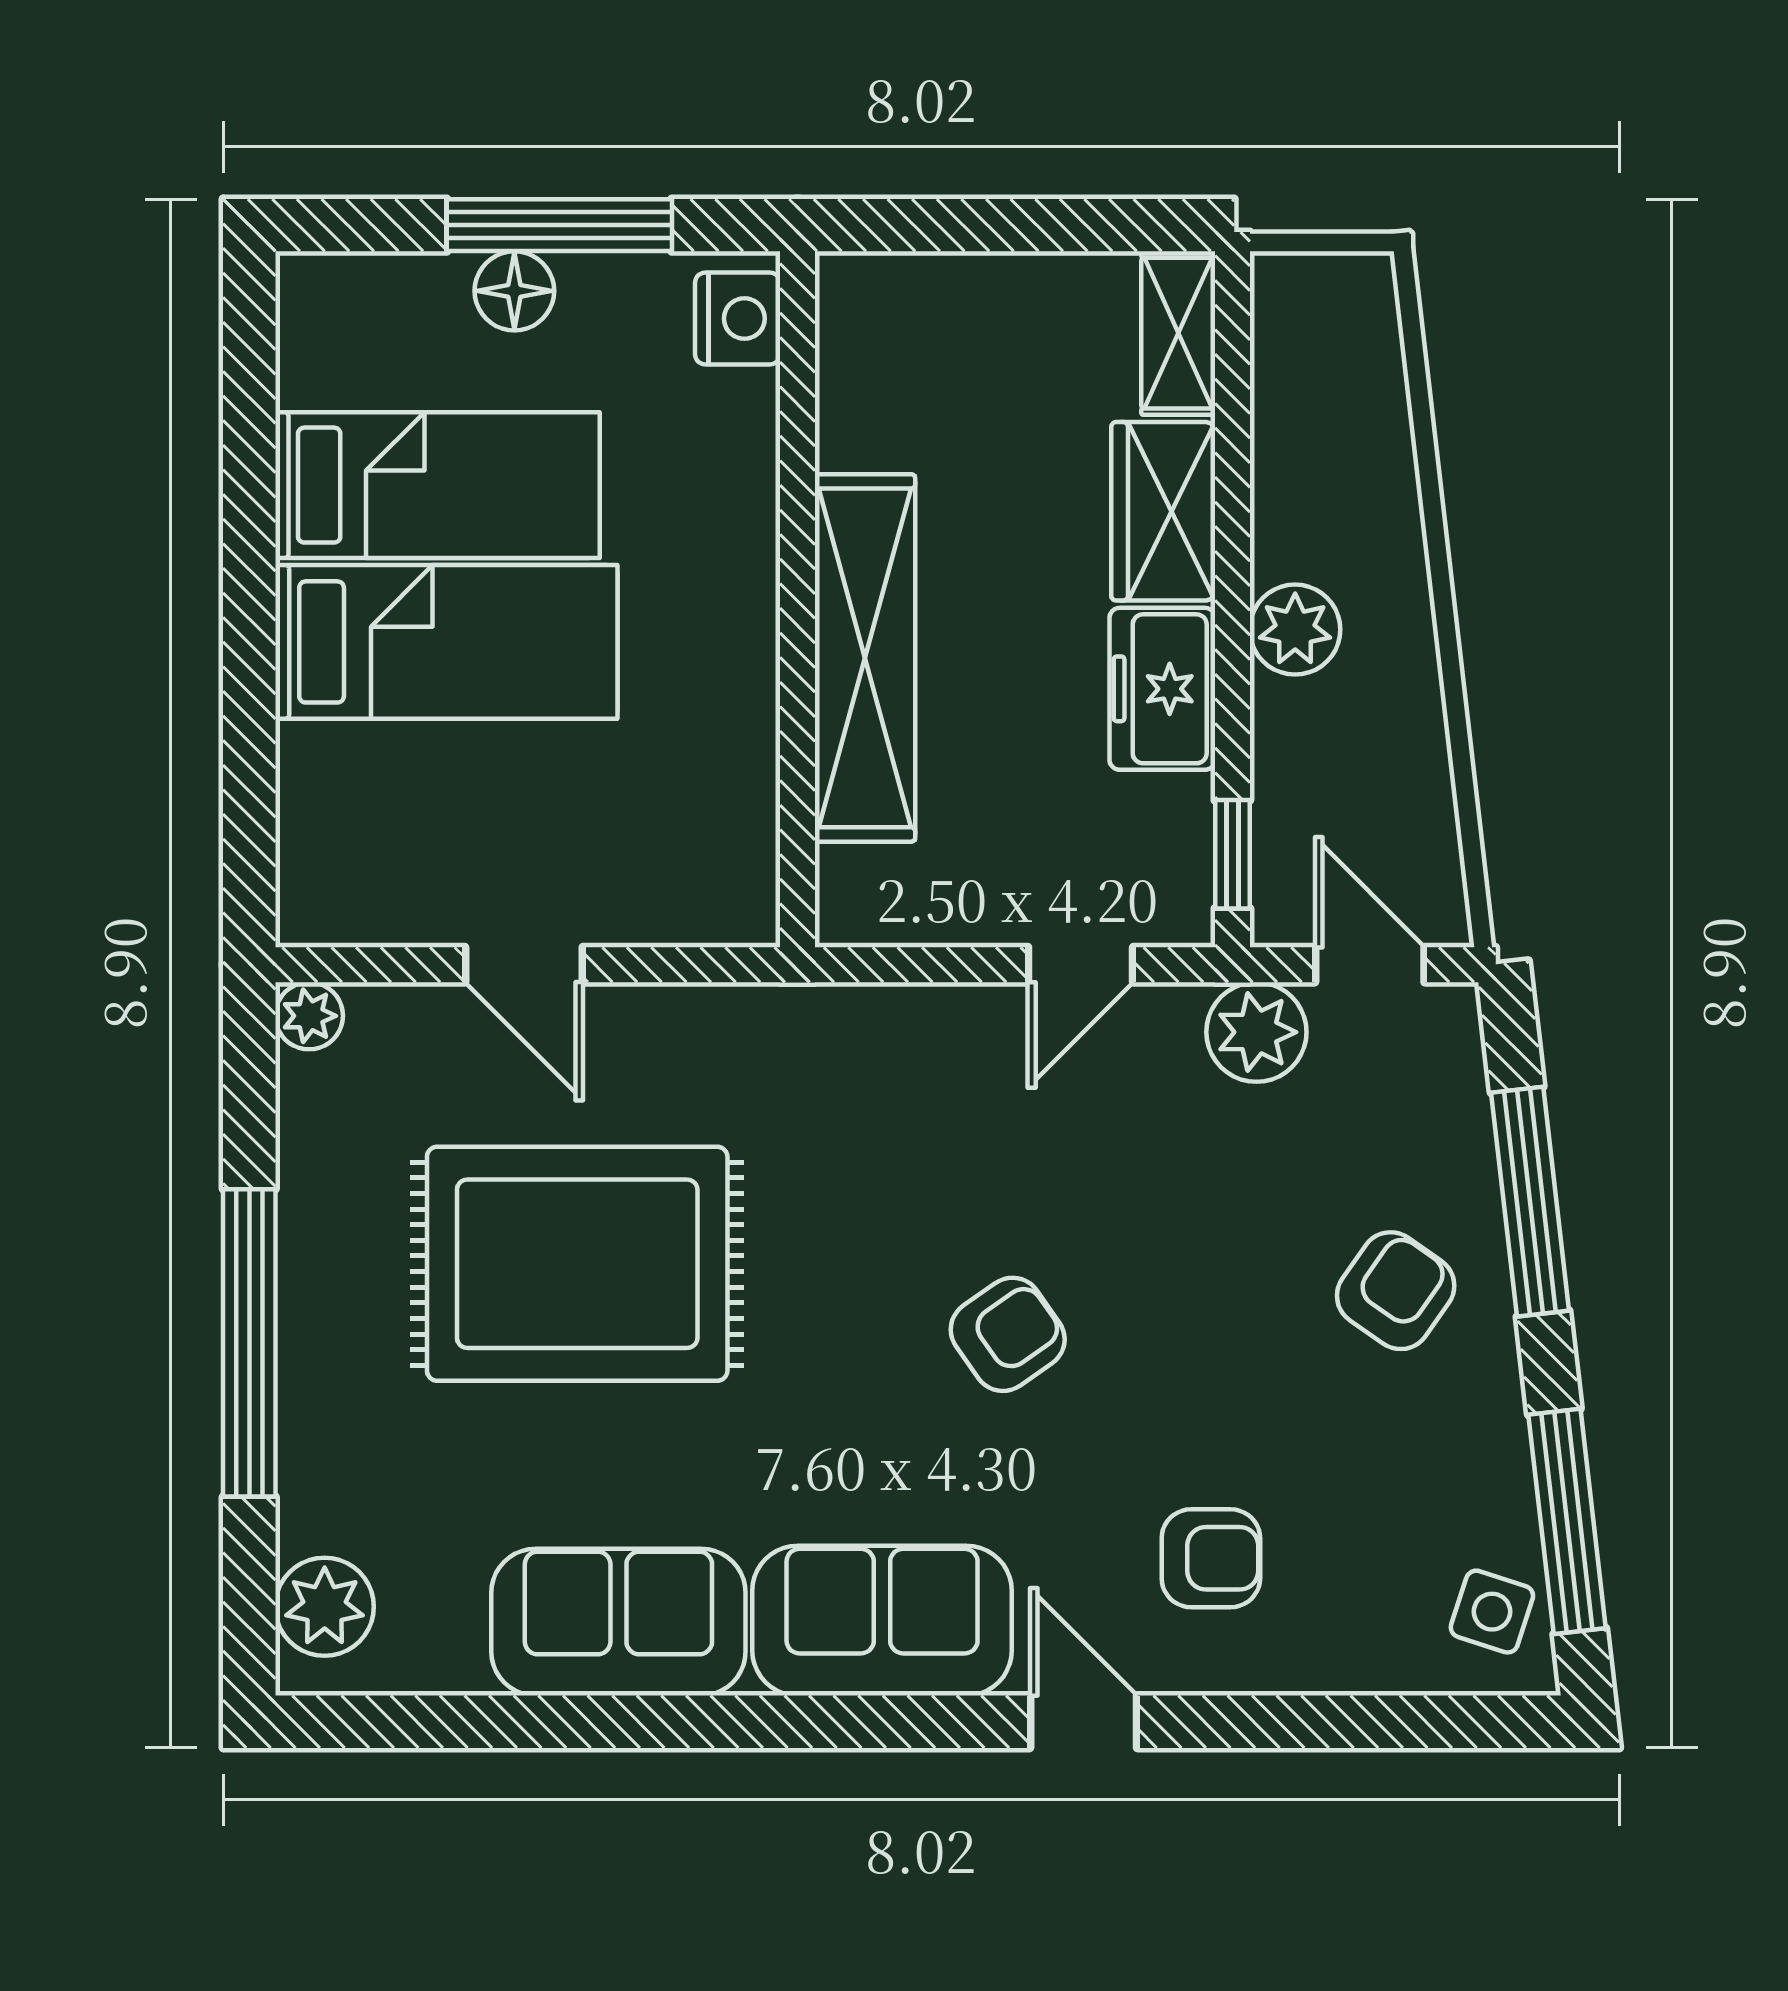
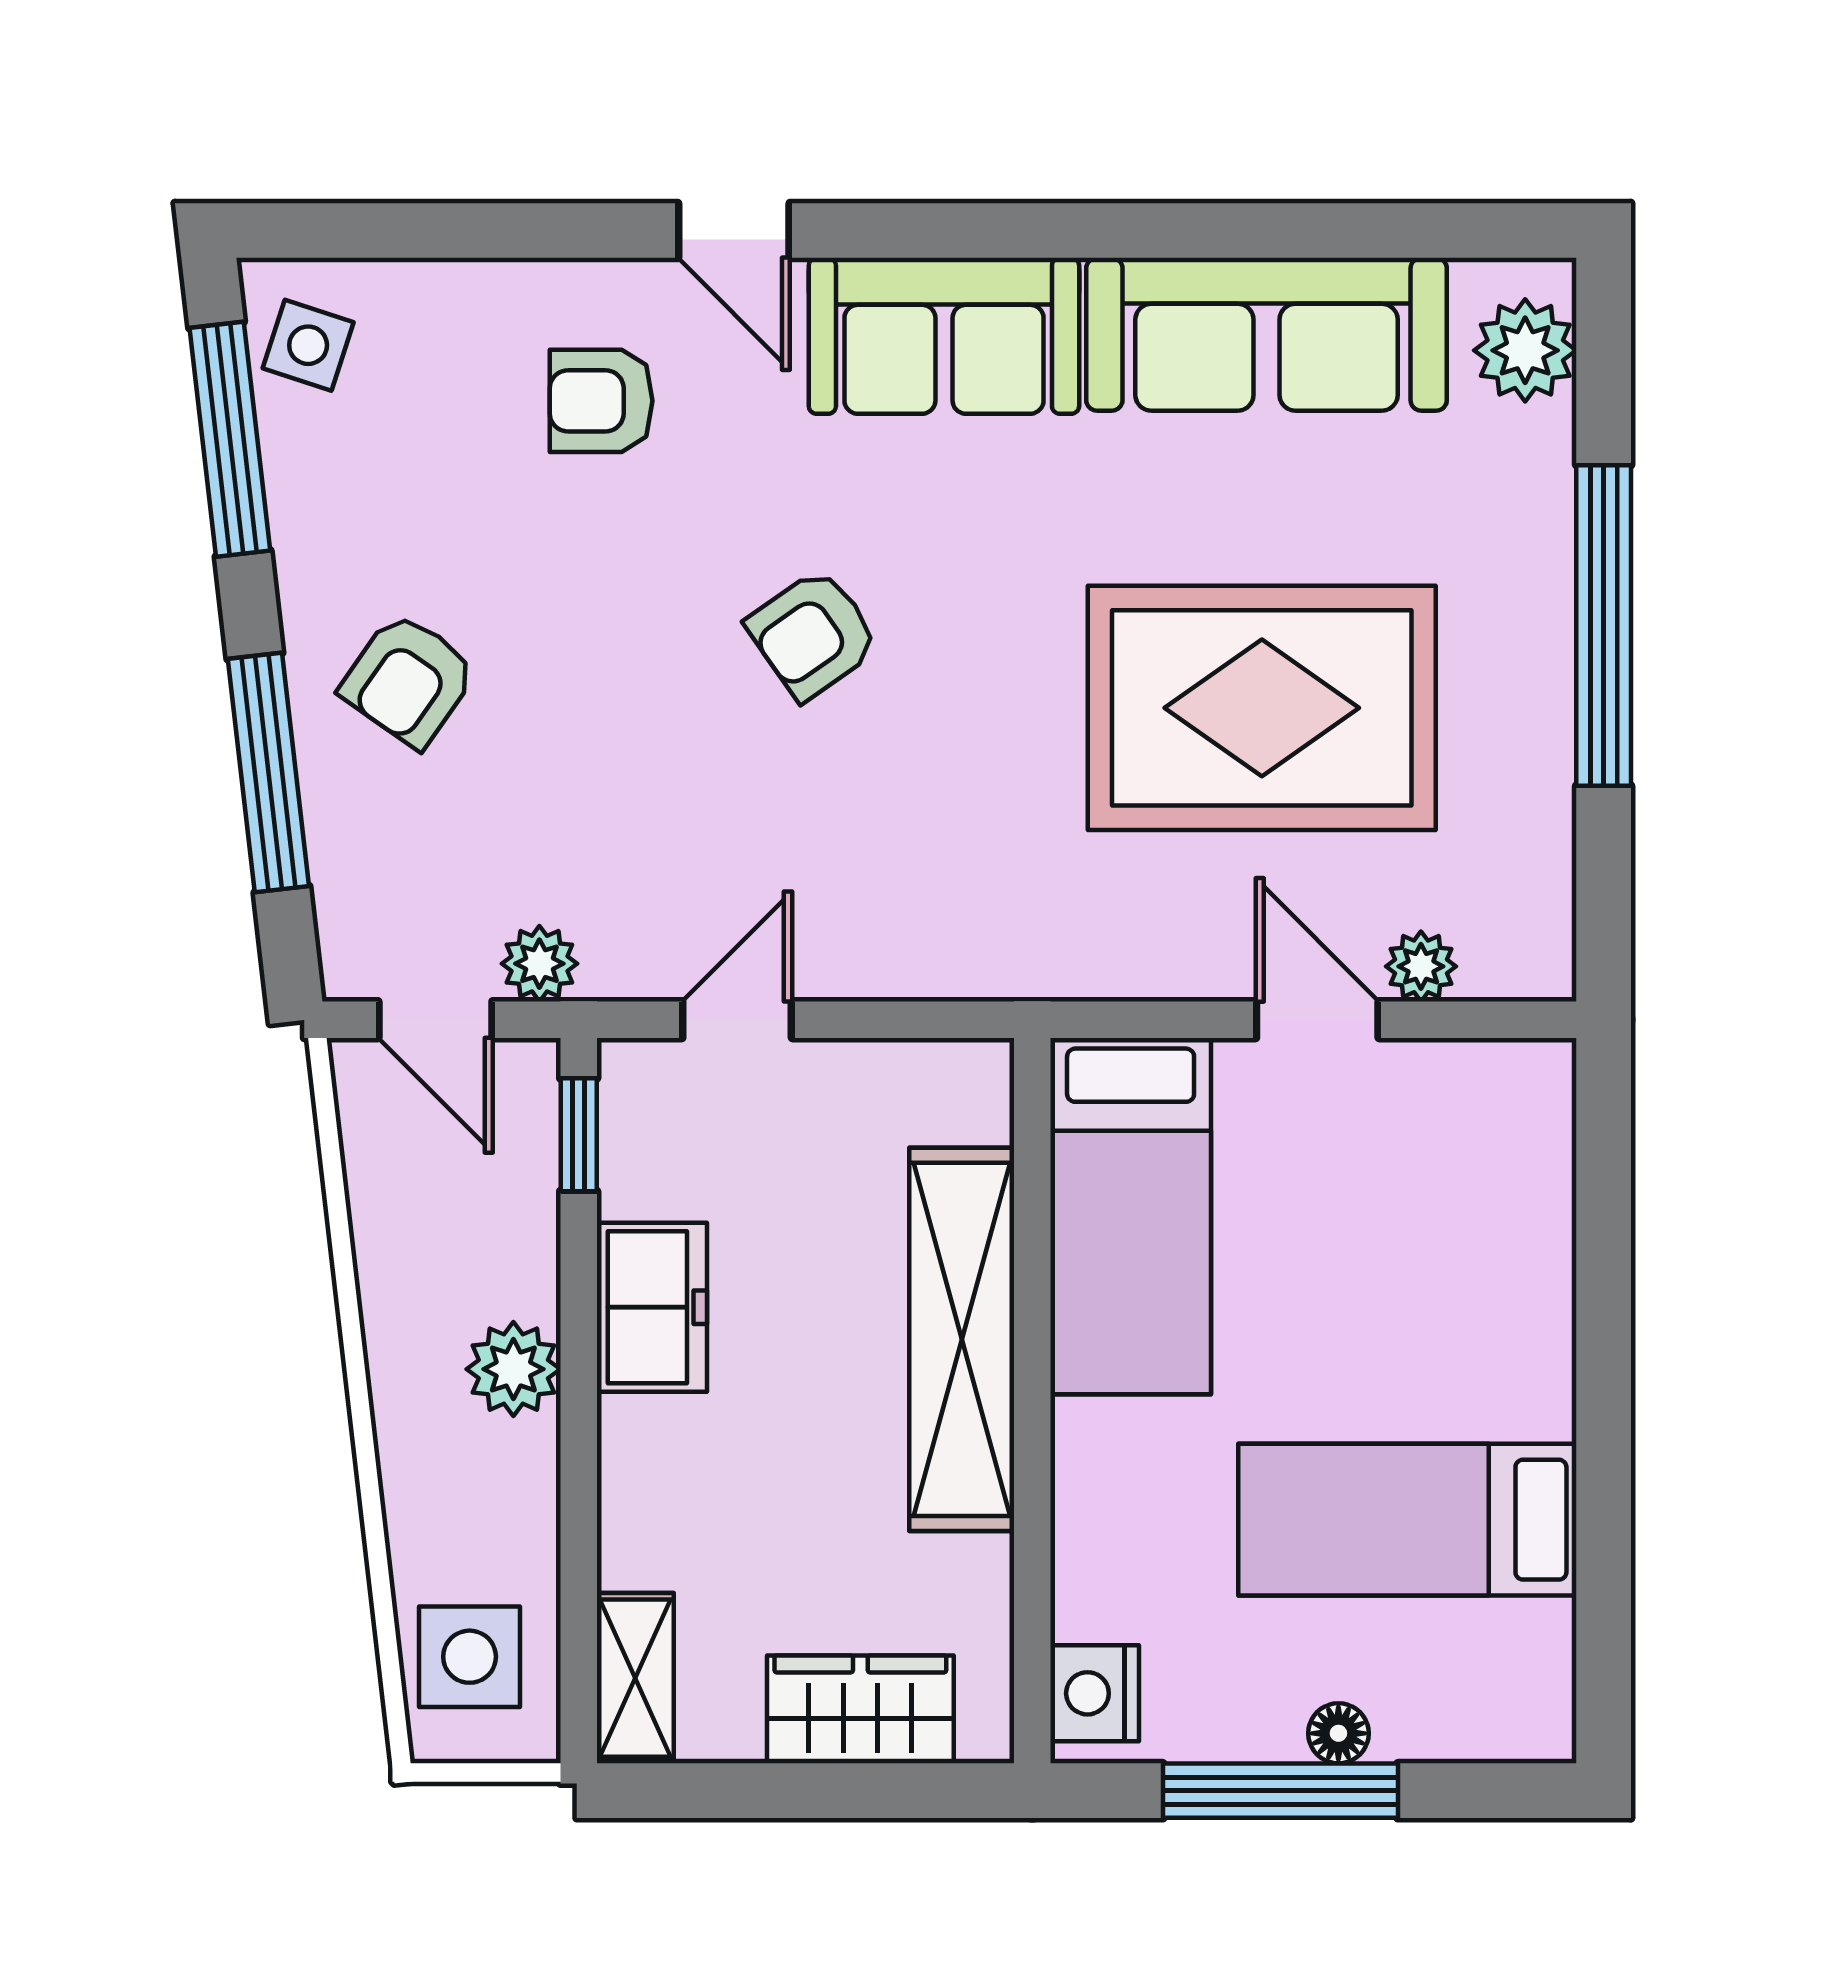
floor lamp: (514, 291) -> (1338, 1733), width x0.73, depth x0.73
side table: (1337, 354) -> (470, 1657), added
wardrobe: (1163, 511) -> (860, 1709), moved, turned -90
bed: (446, 642) -> (1131, 1216), moved, turned -90
plant: (309, 1016) -> (1421, 966), moved
plant: (1256, 1032) -> (539, 964), width x0.73, depth x0.73
sofa: (618, 1622) -> (1267, 334), width x1.36

